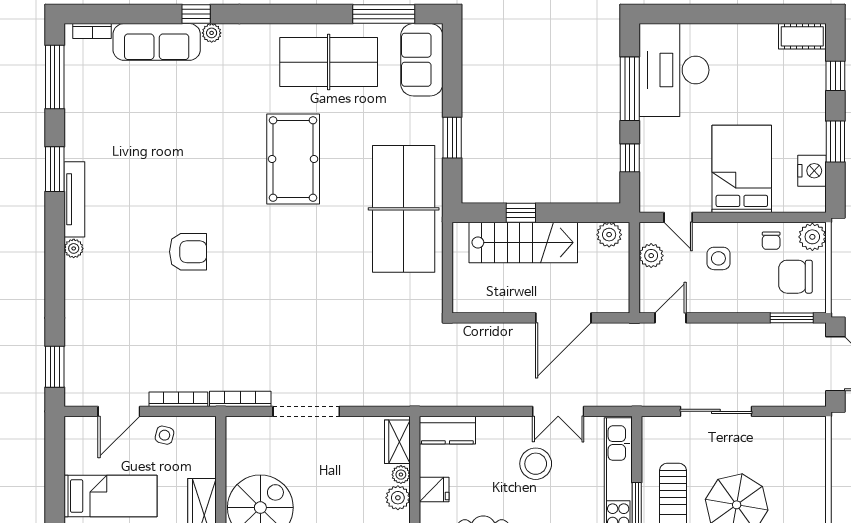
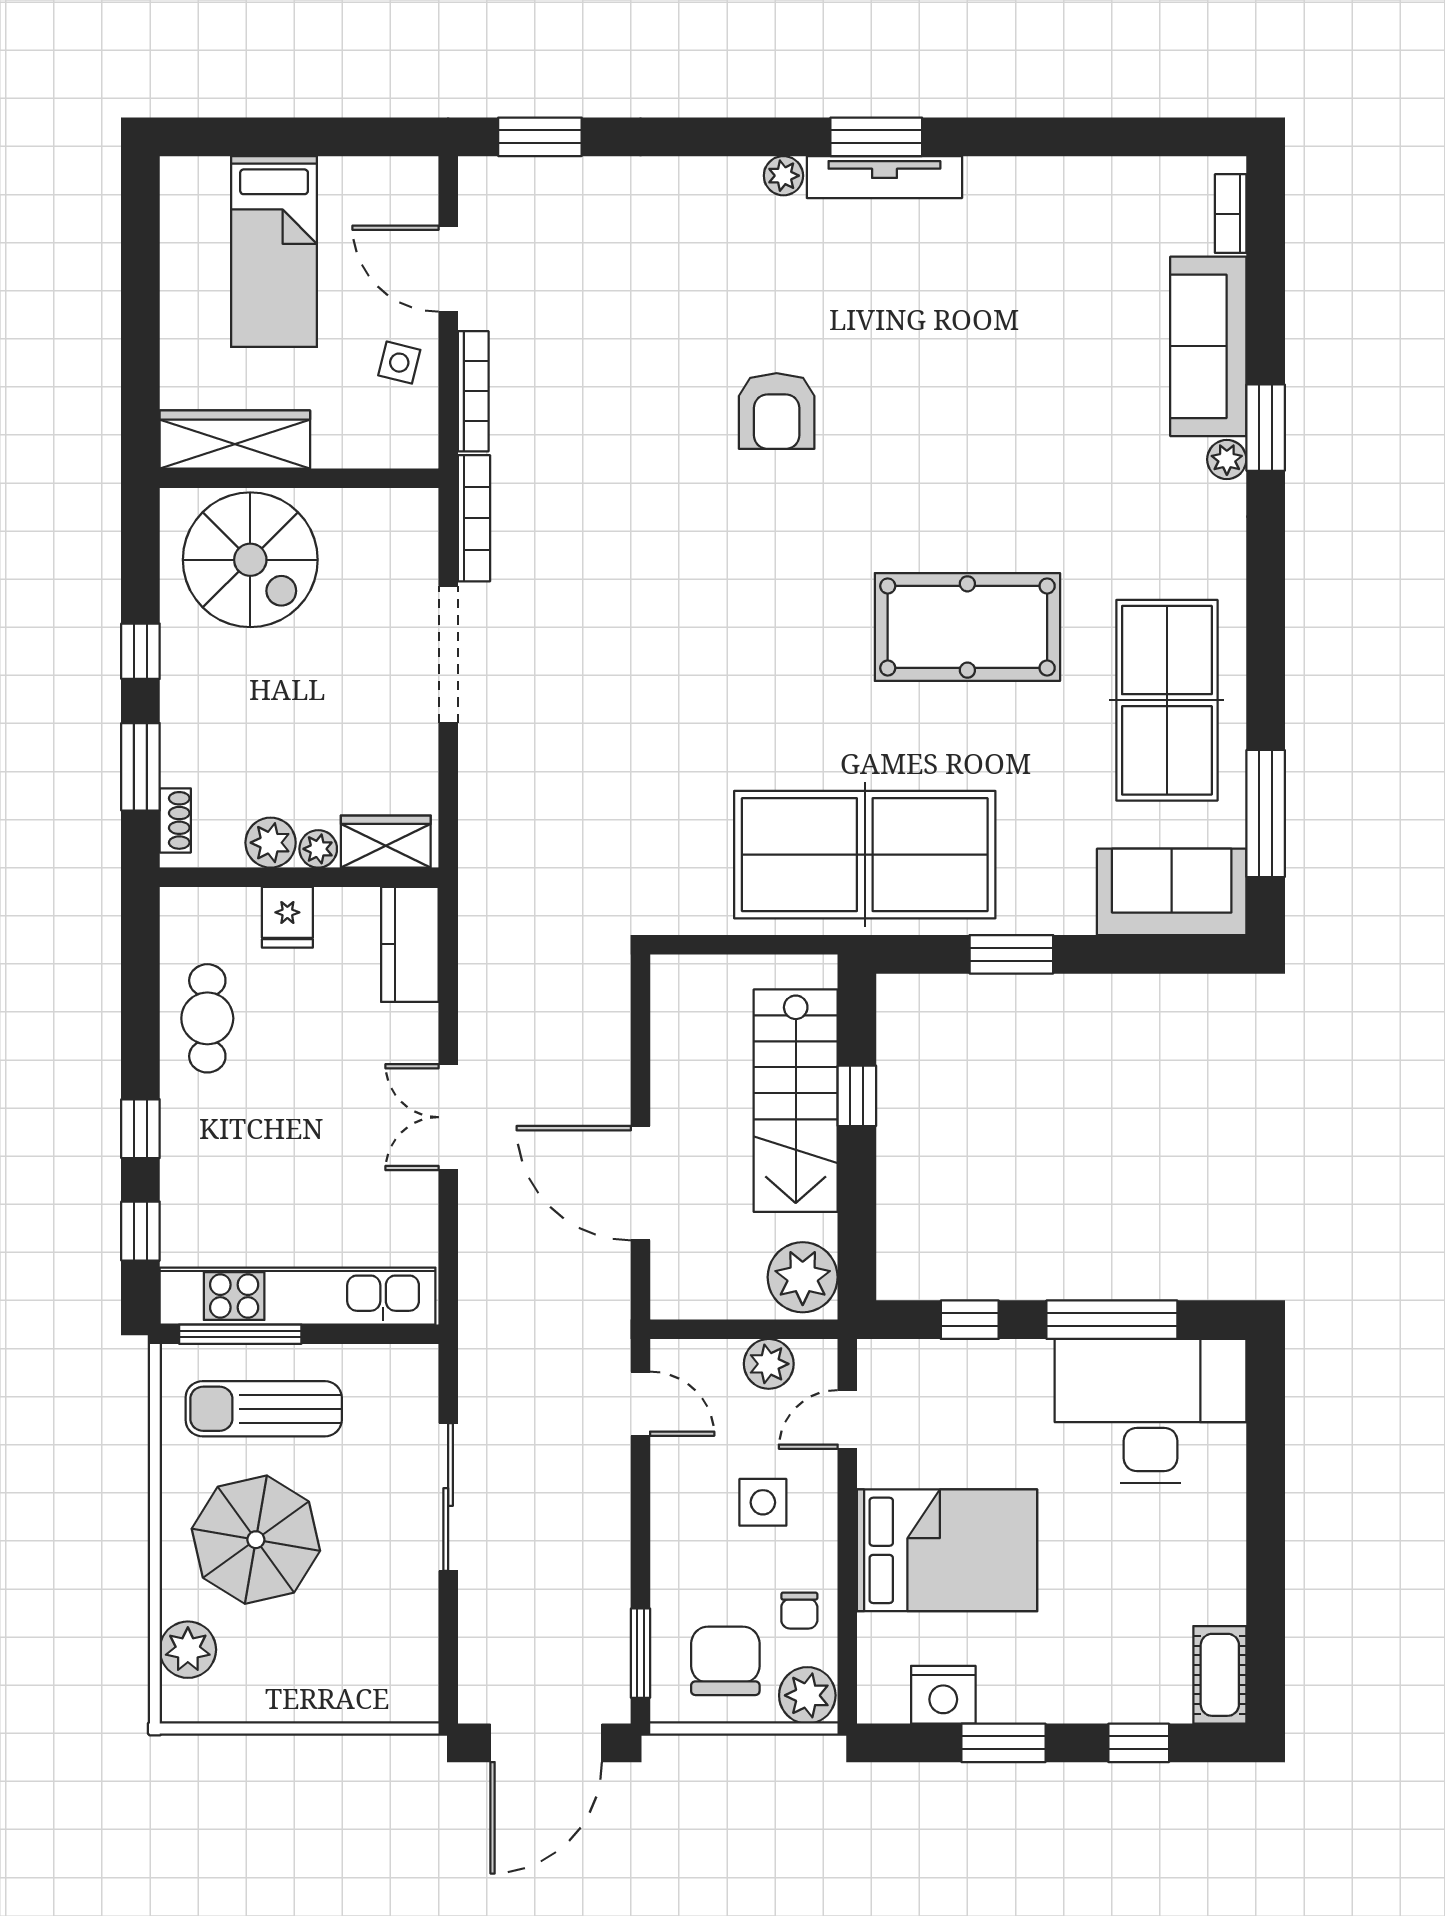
window: (196, 14) -> (1266, 428), width x1.50
window: (55, 77) -> (1136, 137), removed
window: (55, 169) -> (876, 137), moved
plant: (609, 235) -> (803, 1277), width x1.36, depth x1.36
chair: (771, 241) -> (799, 1611), turned -90
double door: (558, 411) -> (448, 1117), moved
stool: (536, 464) -> (341, 1126), removed

